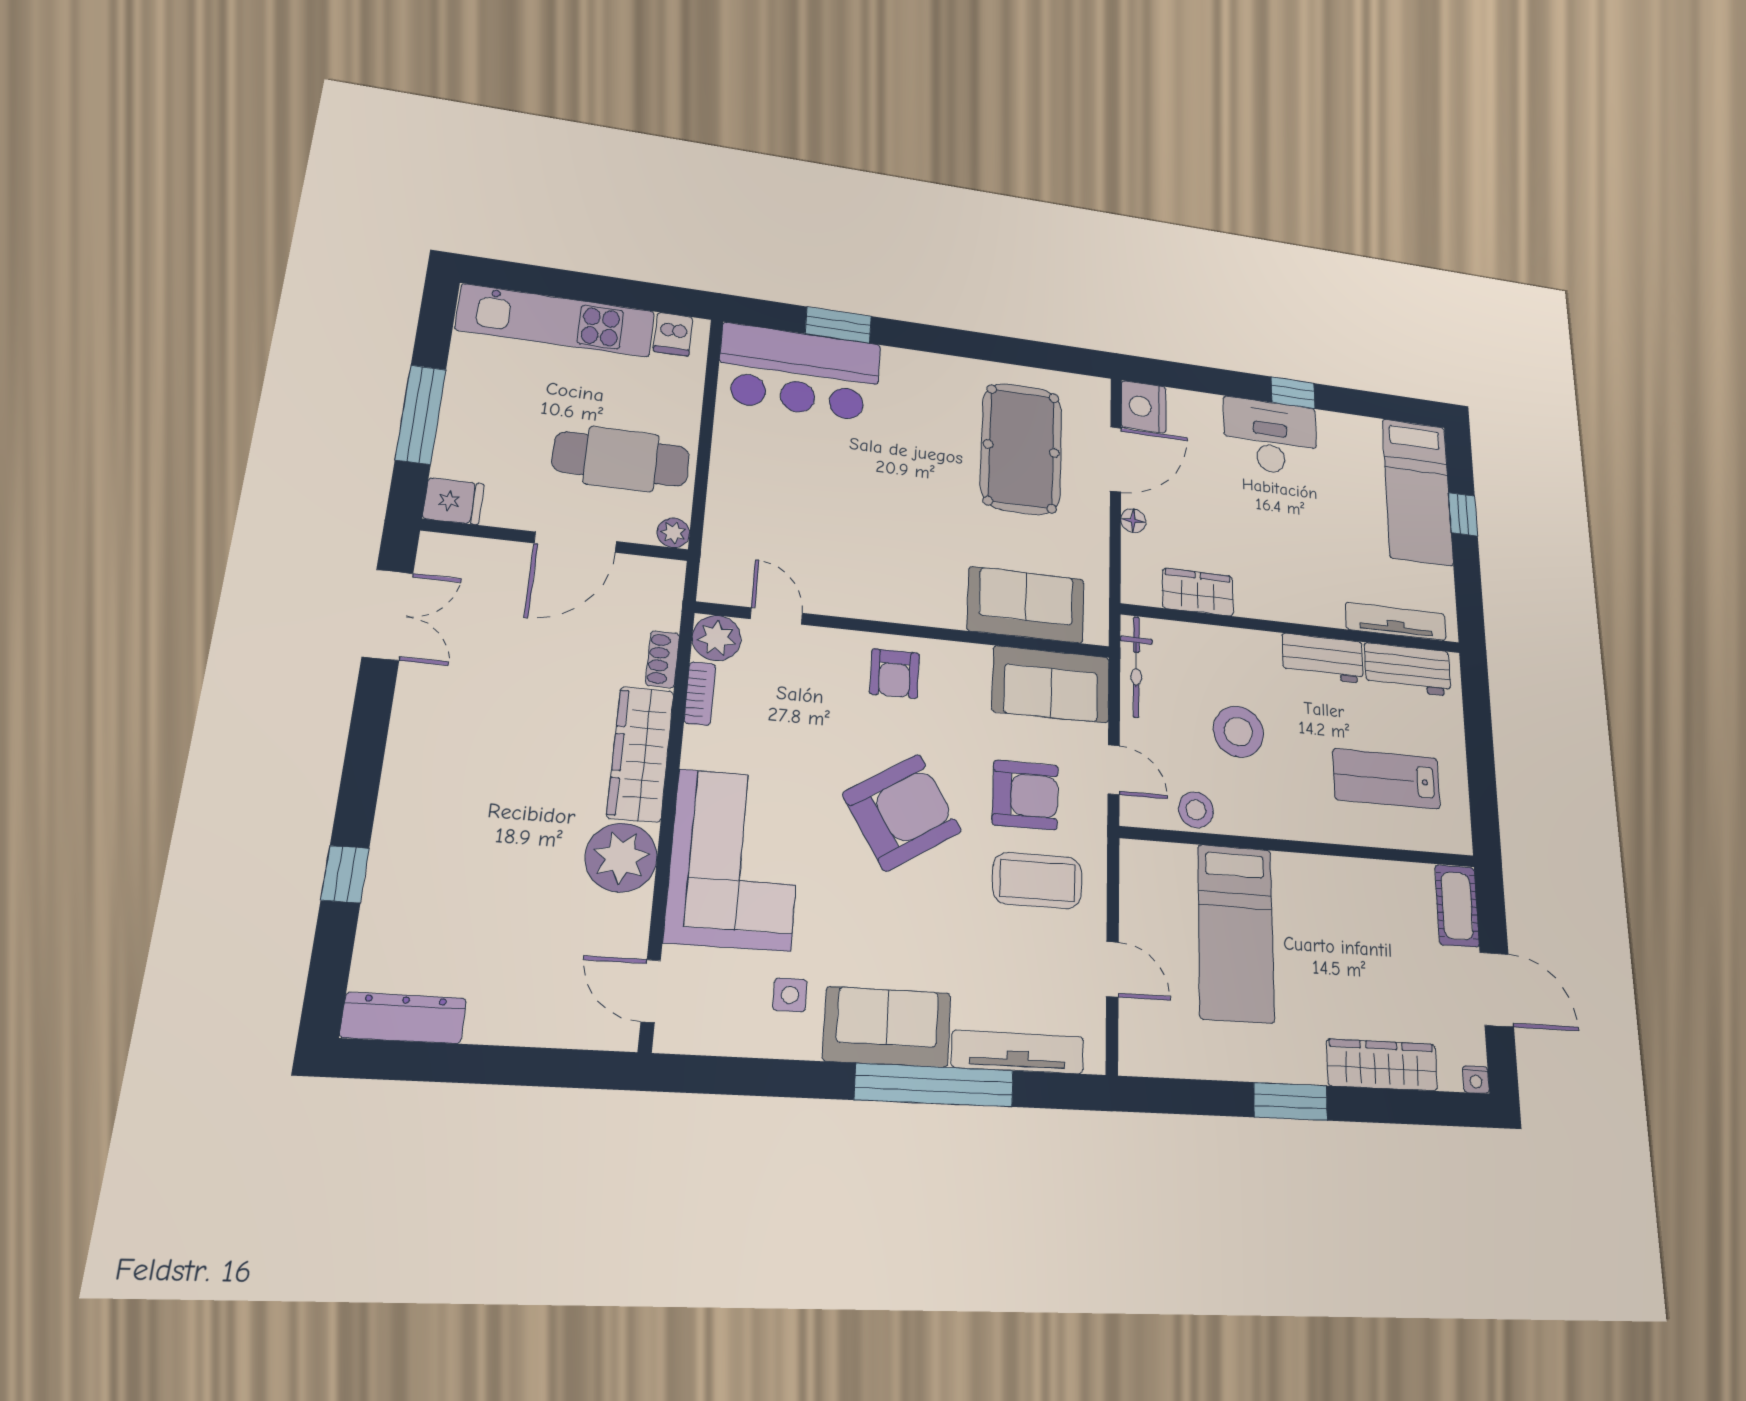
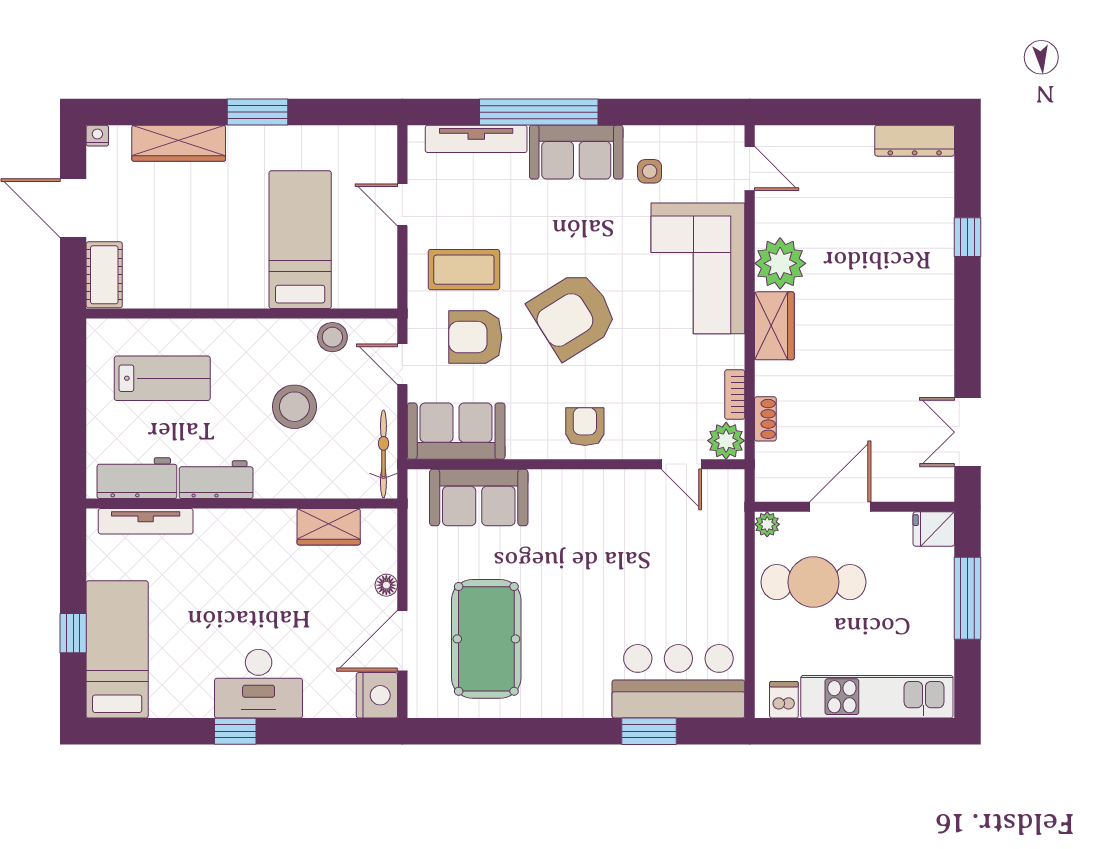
wardrobe: (640, 754) -> (774, 326), width x0.67

